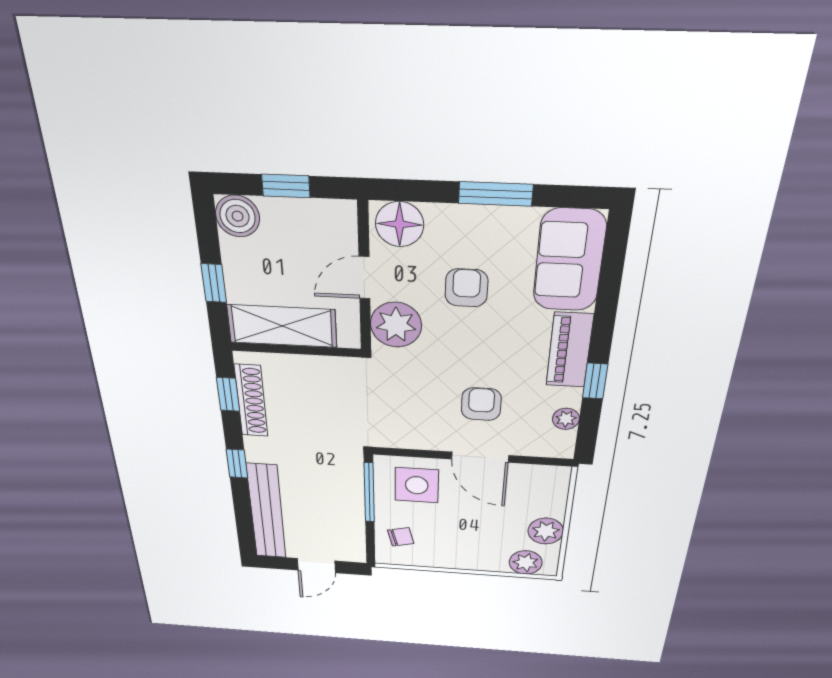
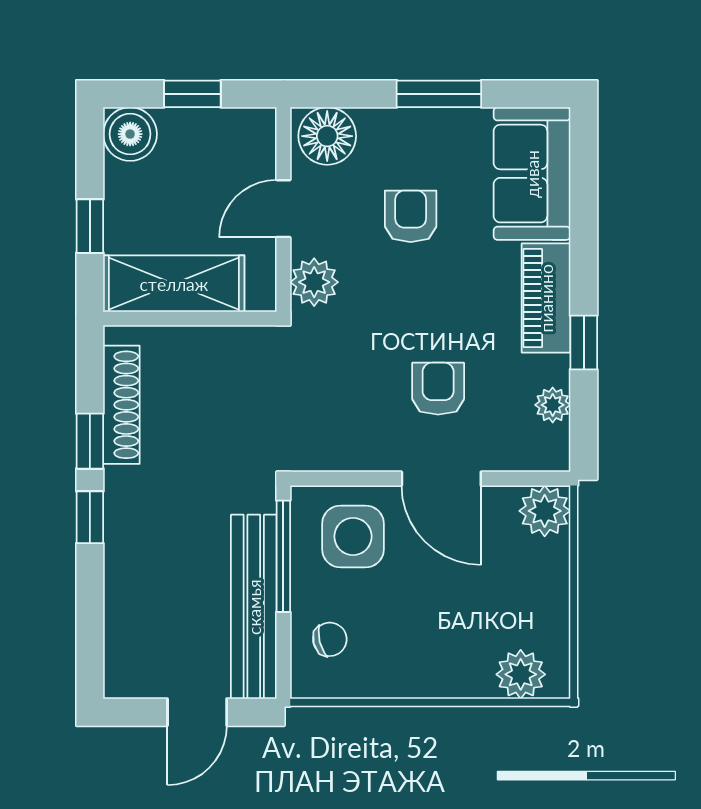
plant: (396, 325) -> (314, 282), width x0.73, depth x0.73
window: (228, 394) -> (90, 441), moved
bench: (266, 512) -> (254, 607), moved
plant: (546, 531) -> (545, 511), moved

